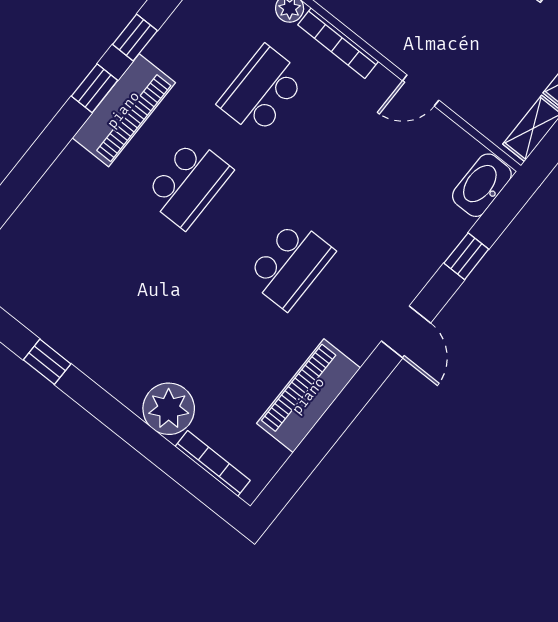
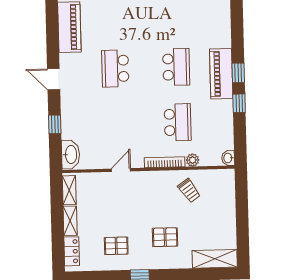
school desk: (188, 183) -> (176, 67), turned 180

